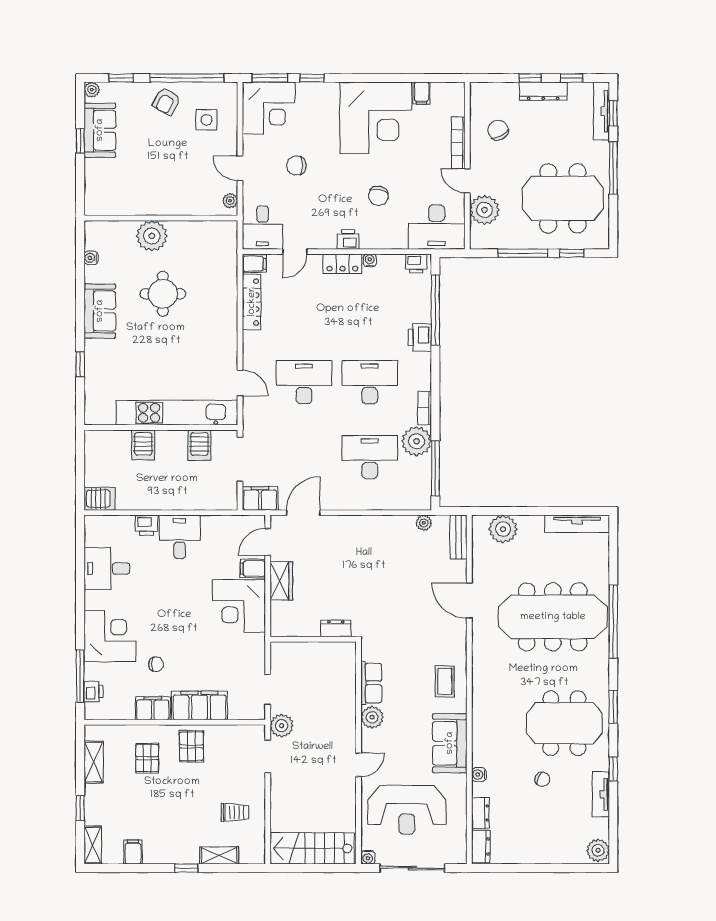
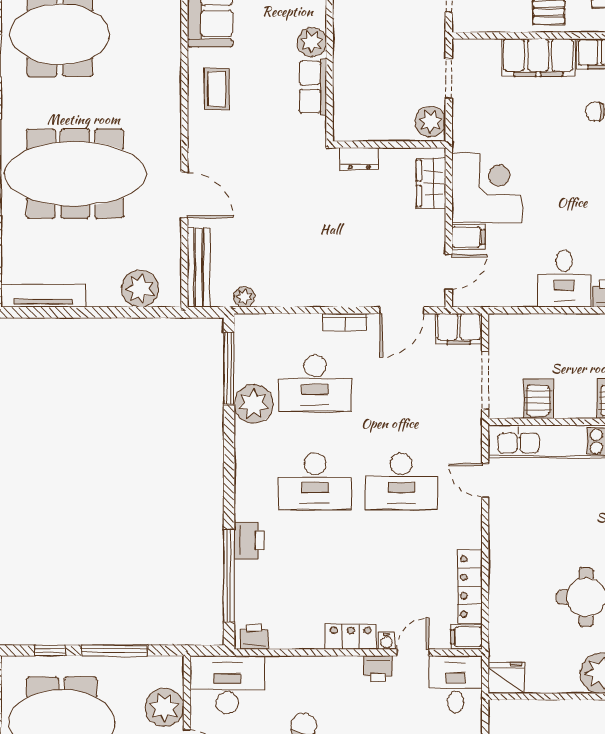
plant: (230, 201) -> (498, 719), removed
fridge: (224, 232) -> (506, 678), added
printer: (348, 239) -> (378, 669), moved
water cooler: (370, 260) -> (386, 641), moved
bookcase: (425, 408) -> (345, 322), moved, turned 90
bench: (459, 537) -> (199, 268), width x1.36
wardrobe: (281, 581) -> (431, 183), moved
plant: (282, 726) -> (431, 122), moved

